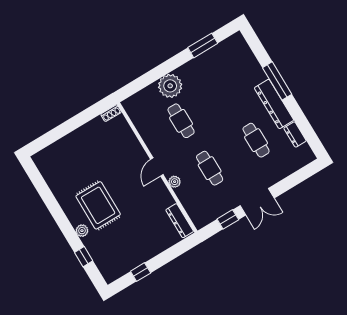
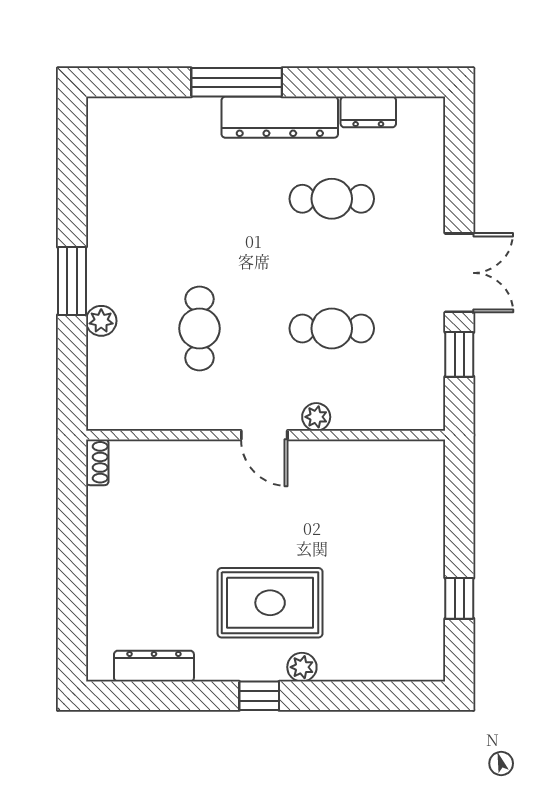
window: (203, 45) -> (72, 281), moved
plant: (170, 86) -> (101, 321), width x0.53, depth x0.53
cafe table: (181, 121) -> (199, 328), turned 90
dresser: (180, 221) -> (154, 666), moved, turned 180
window: (84, 257) -> (259, 696), moved

